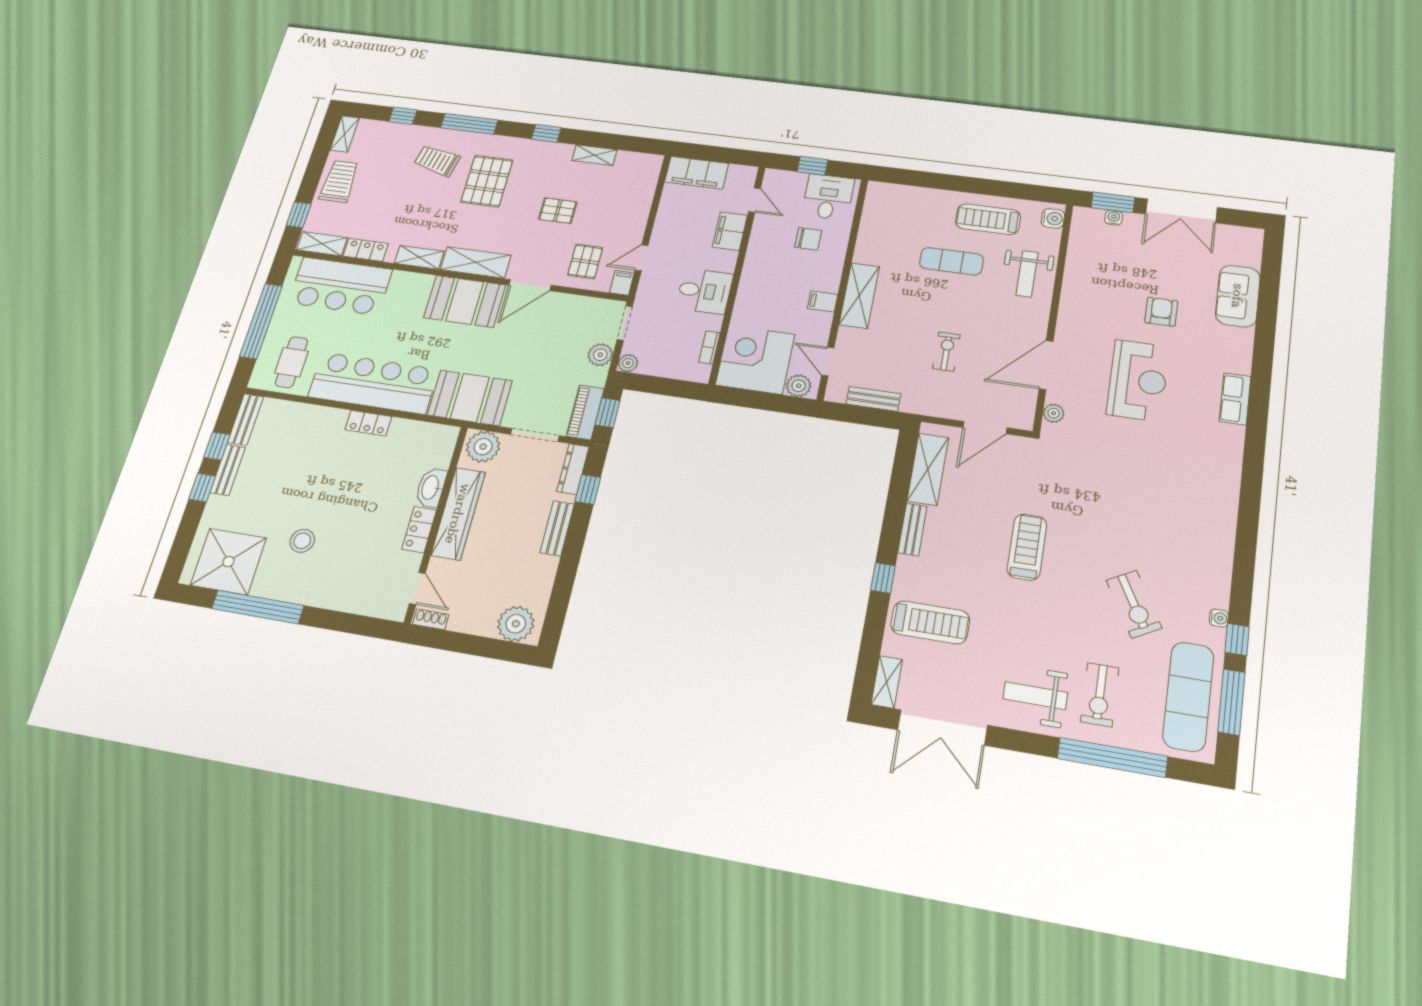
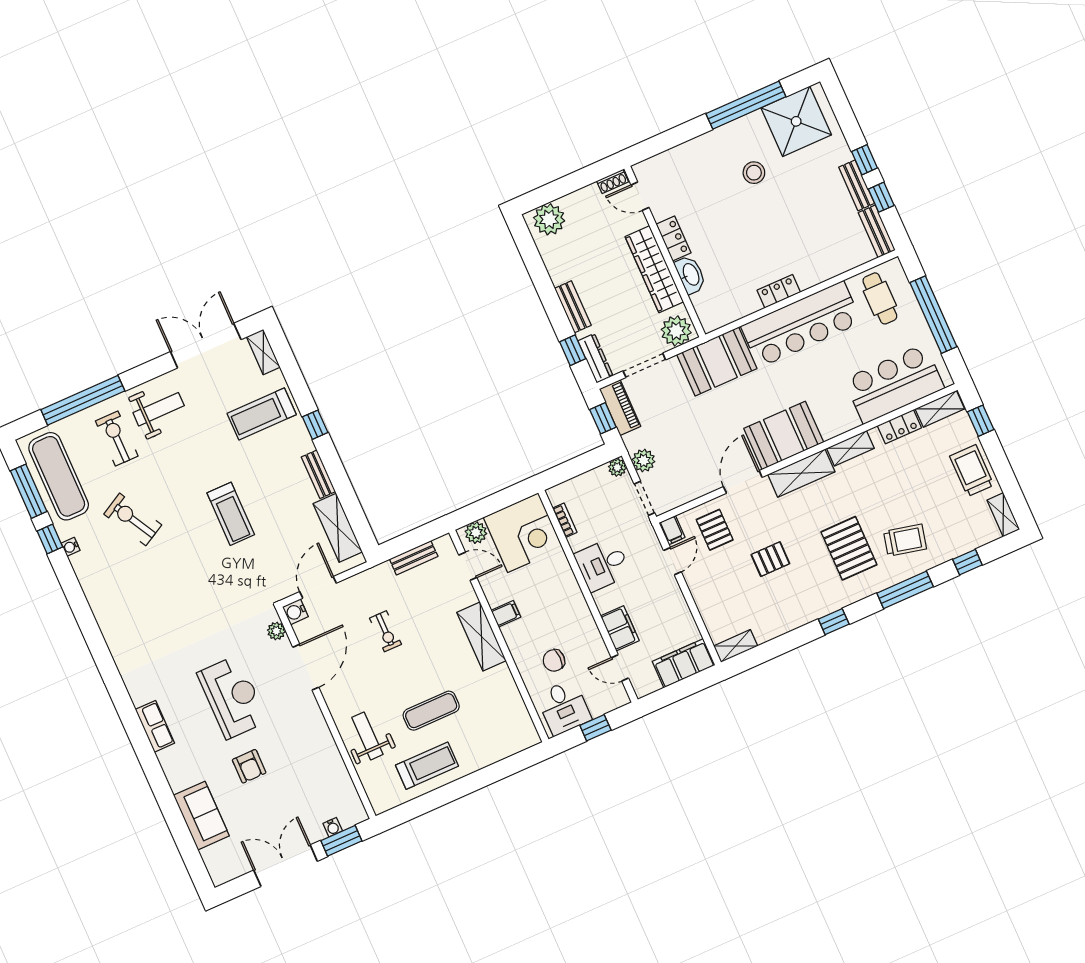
shelving: (594, 155) -> (736, 646), moved
trolley: (339, 181) -> (972, 471), turned 180
water cooler: (1053, 218) -> (295, 612), moved
reception desk: (1138, 380) -> (232, 697), turned 180

